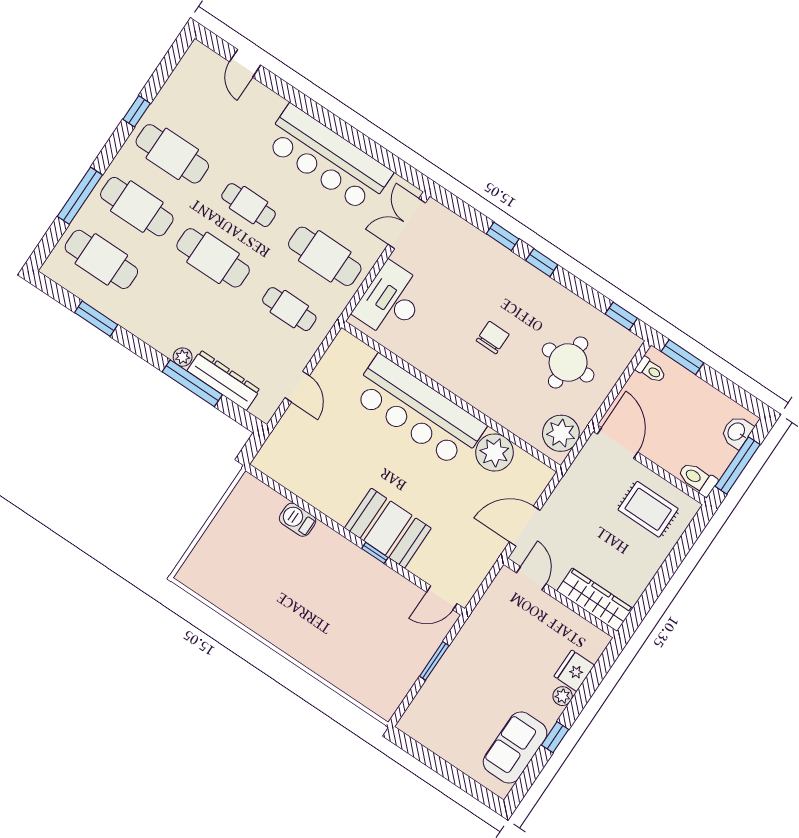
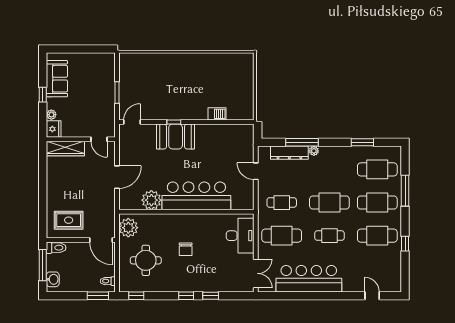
door: (531, 578) -> (99, 139), moved
wall: (560, 598) -> (81, 139), moved
wardrobe: (595, 600) -> (65, 148), moved

